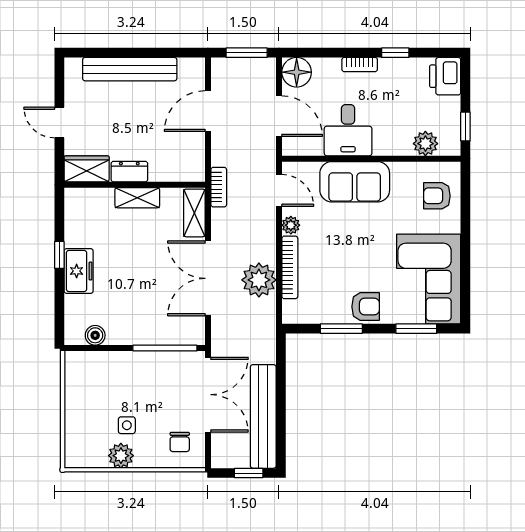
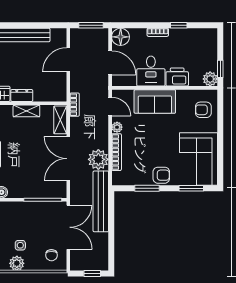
printer: (445, 76) -> (177, 77), moved, turned 90
plant: (425, 144) -> (210, 79), moved
bench: (263, 416) -> (101, 201), moved

